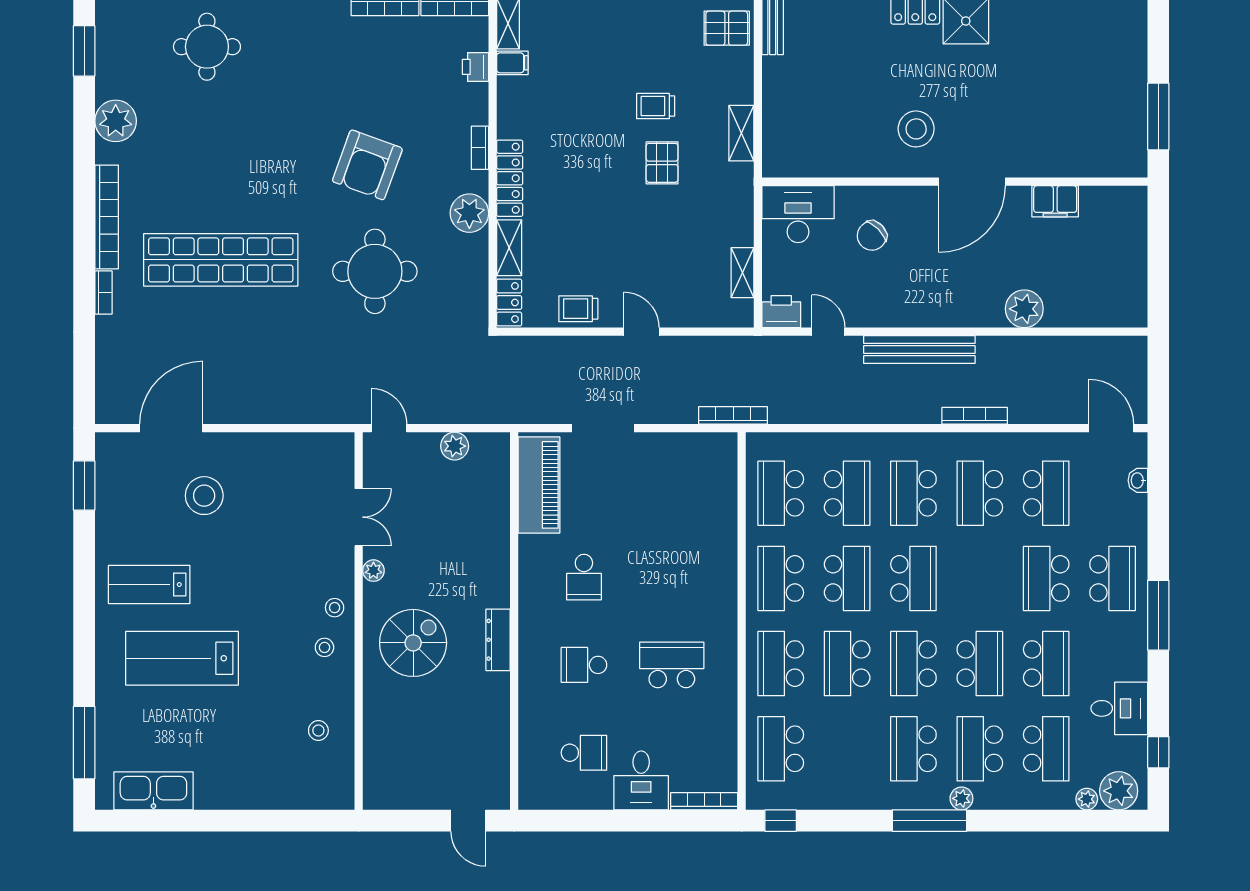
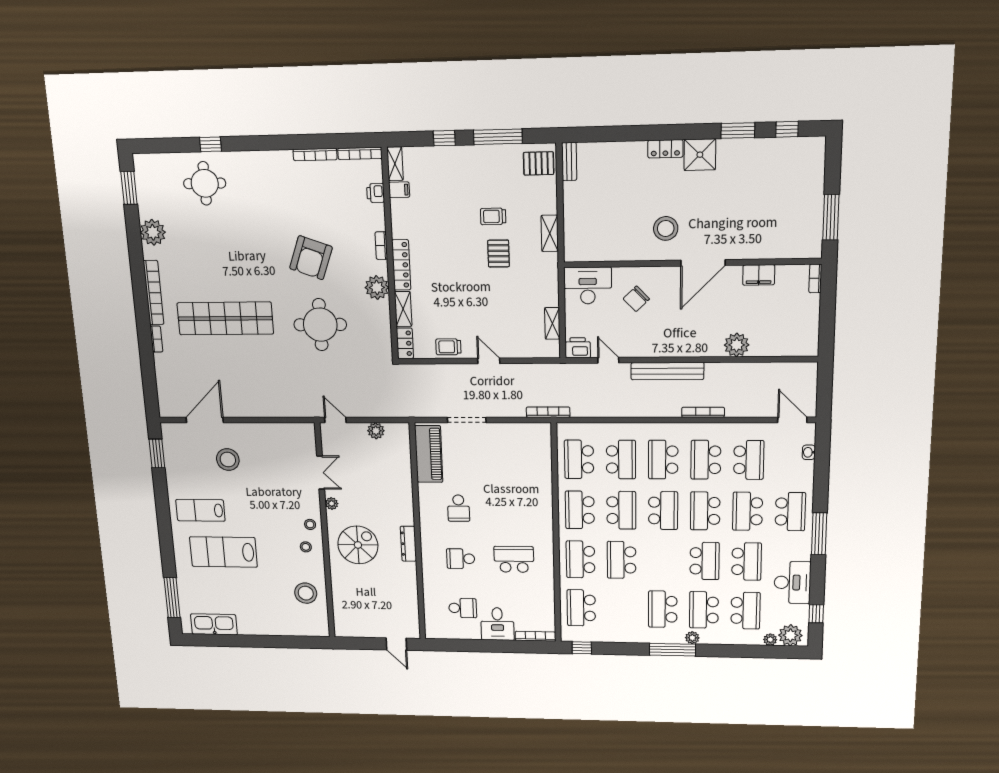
bookcase: (1139, 208) -> (815, 278), added
school desk: (913, 664) -> (705, 511), moved
desk: (1119, 708) -> (792, 582), width x1.37
stool: (318, 730) -> (306, 593), width x1.89, depth x1.89

